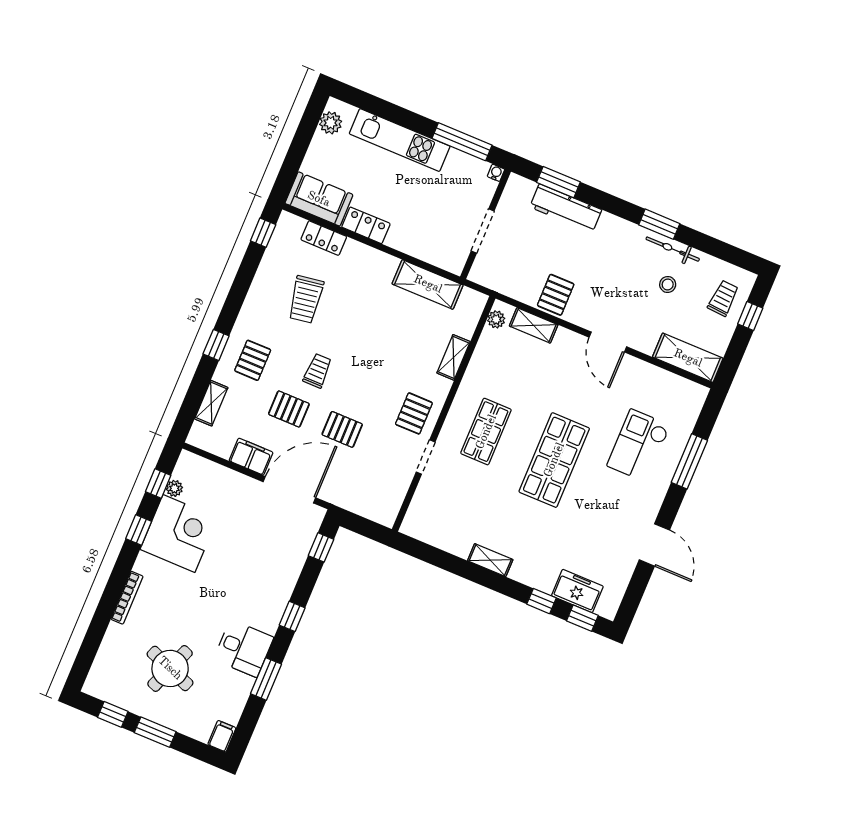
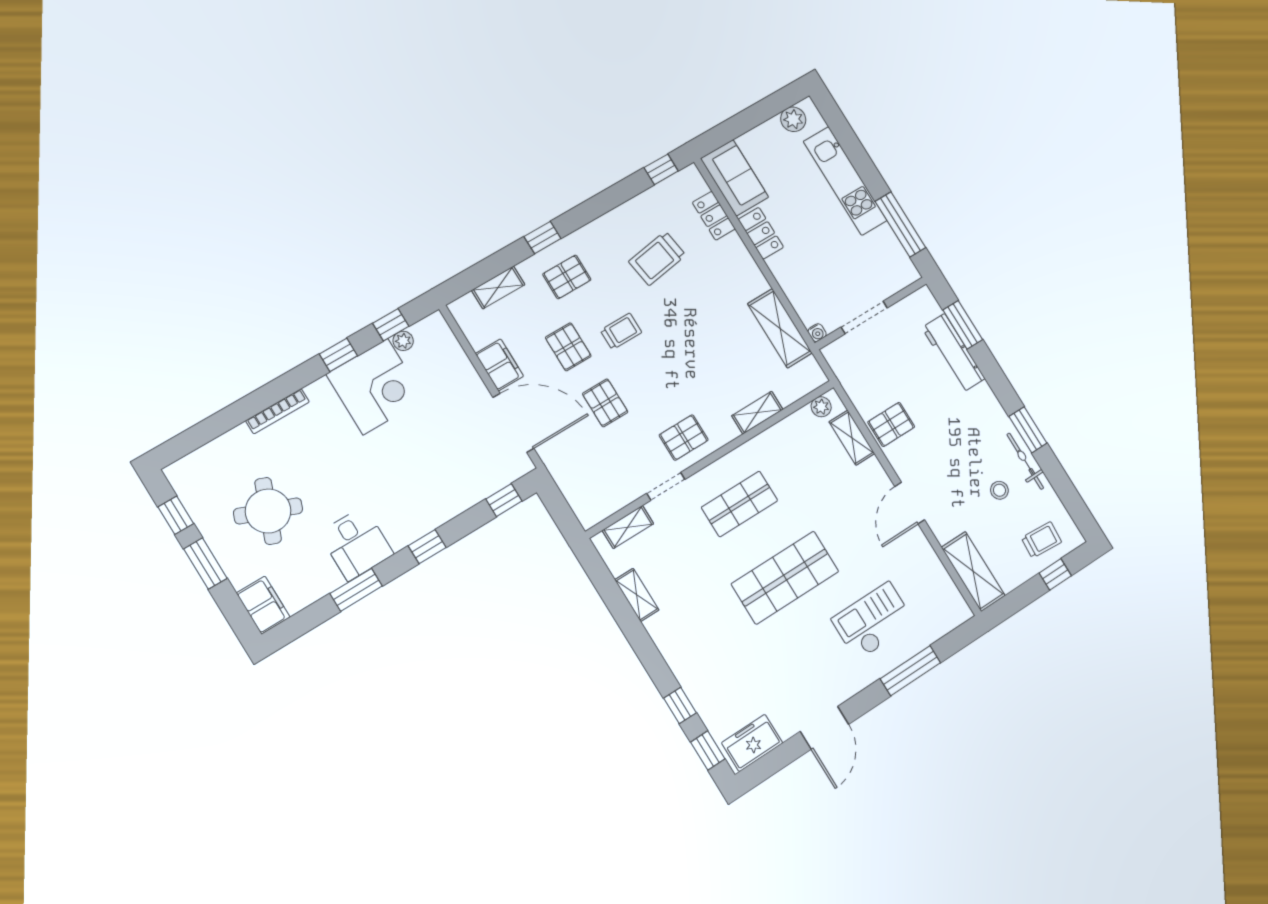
water cooler: (496, 173) -> (817, 333), moved, turned 90
shelving: (419, 504) -> (628, 527), added
shelving: (490, 560) -> (637, 595), moved
freezer: (577, 591) -> (752, 743), moved, turned -90
filing cabinet: (222, 736) -> (263, 605), width x2.00

